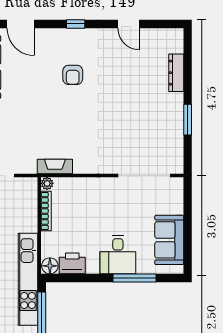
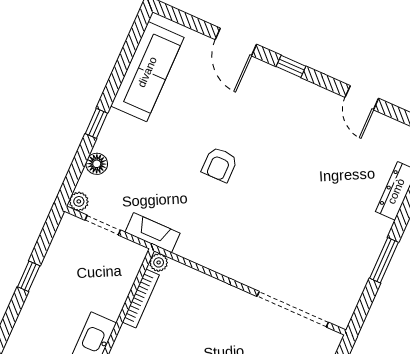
door: (21, 24) -> (236, 42), moved
armchair: (73, 75) -> (220, 165), moved
fireplace: (55, 167) -> (153, 233), moved

